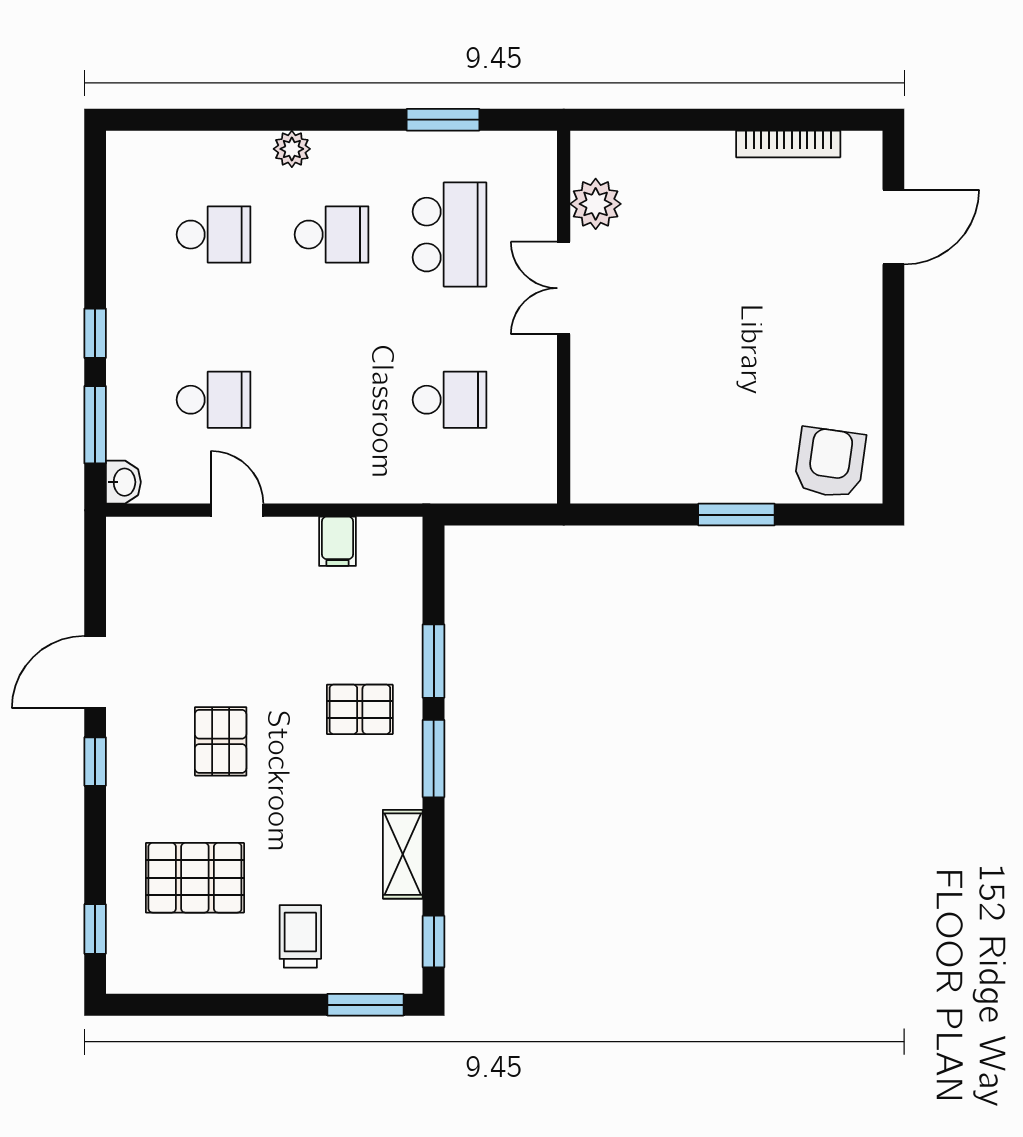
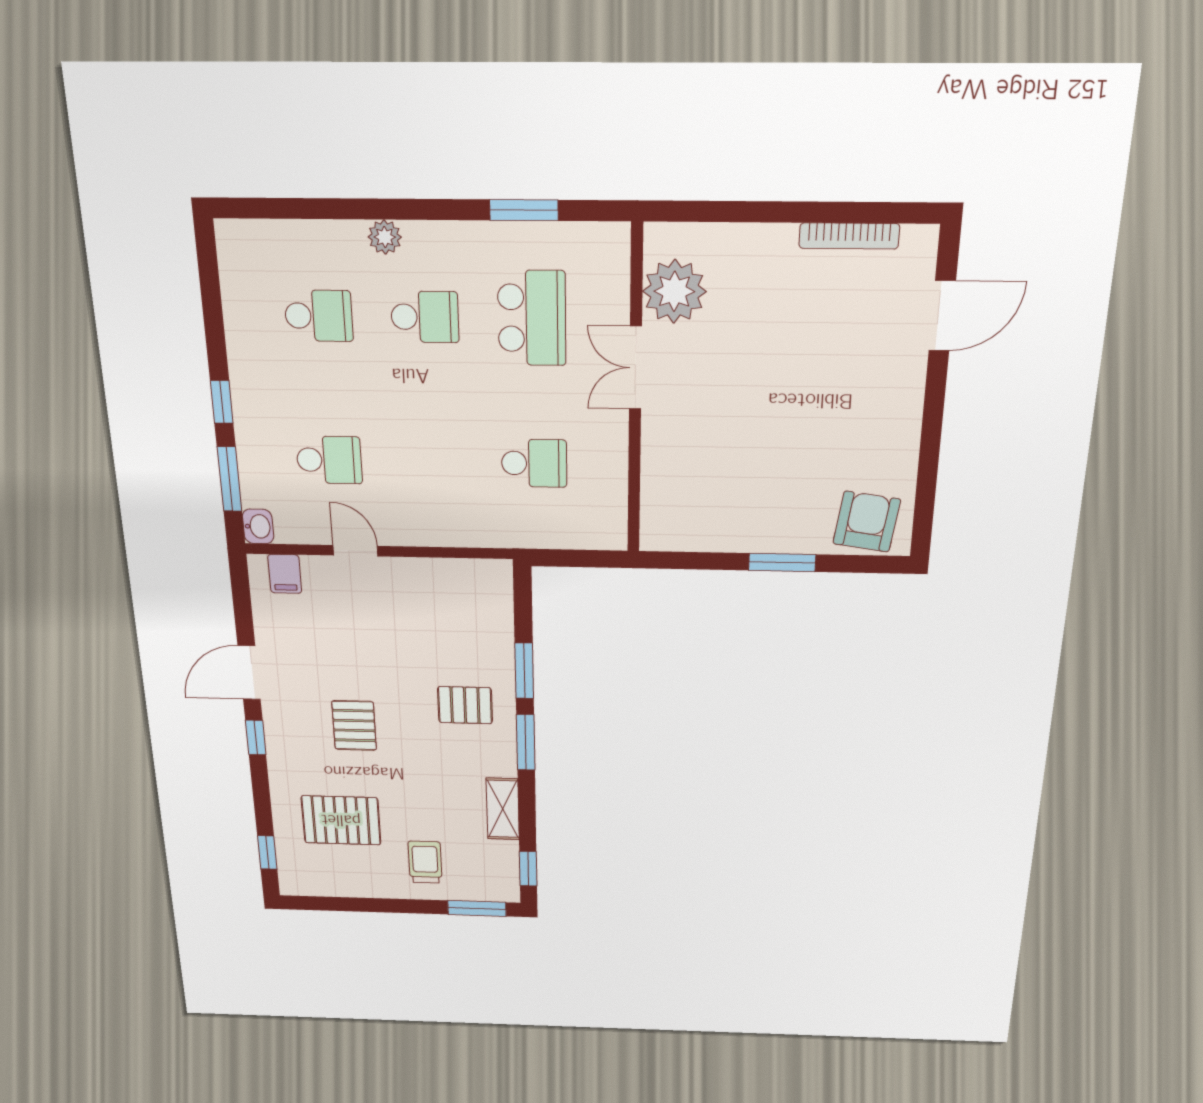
plant: (596, 204) -> (674, 291), width x1.36, depth x1.36
filing cabinet: (338, 541) -> (285, 574), moved

